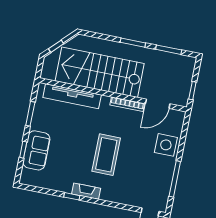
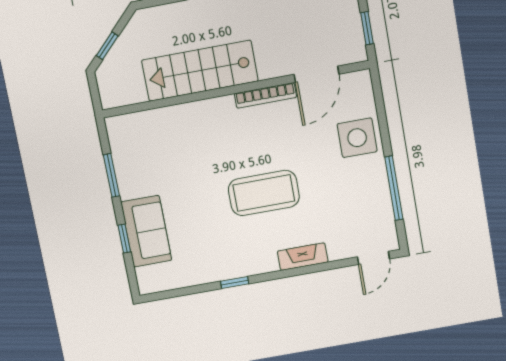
stairs: (100, 72) -> (200, 71), width x0.73, depth x0.66
tv unit: (72, 96) -> (168, 119), removed
coffee table: (106, 155) -> (264, 193), turned 90
fireplace: (86, 191) -> (303, 257), moved

